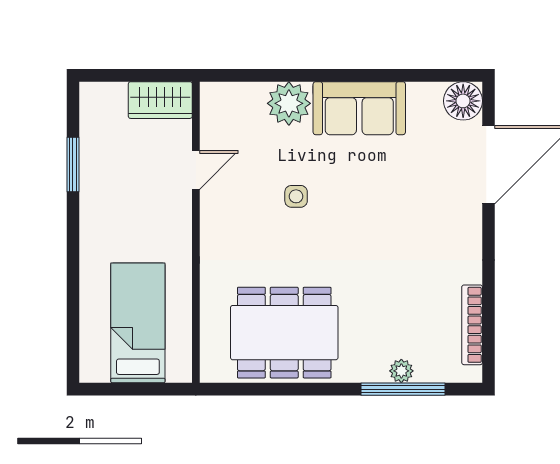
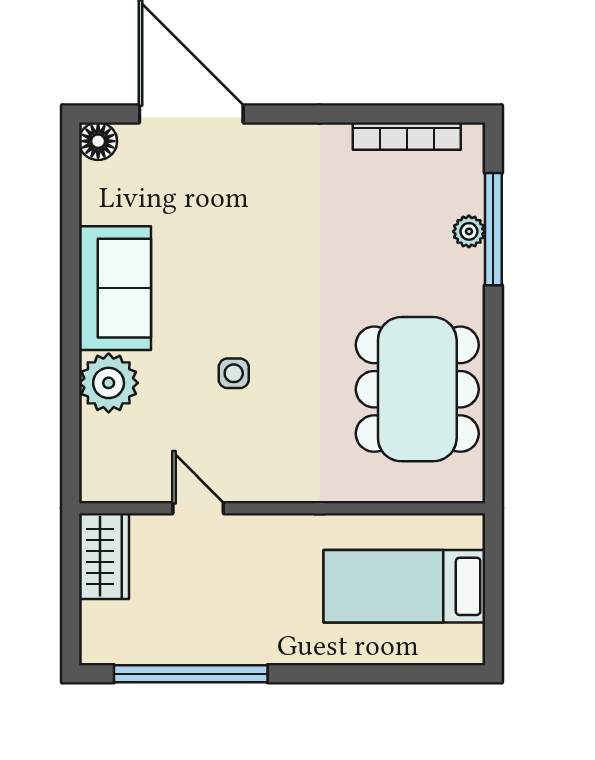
floor lamp: (463, 101) -> (98, 141), width x0.73, depth x0.73
window: (73, 164) -> (191, 674), width x2.11

